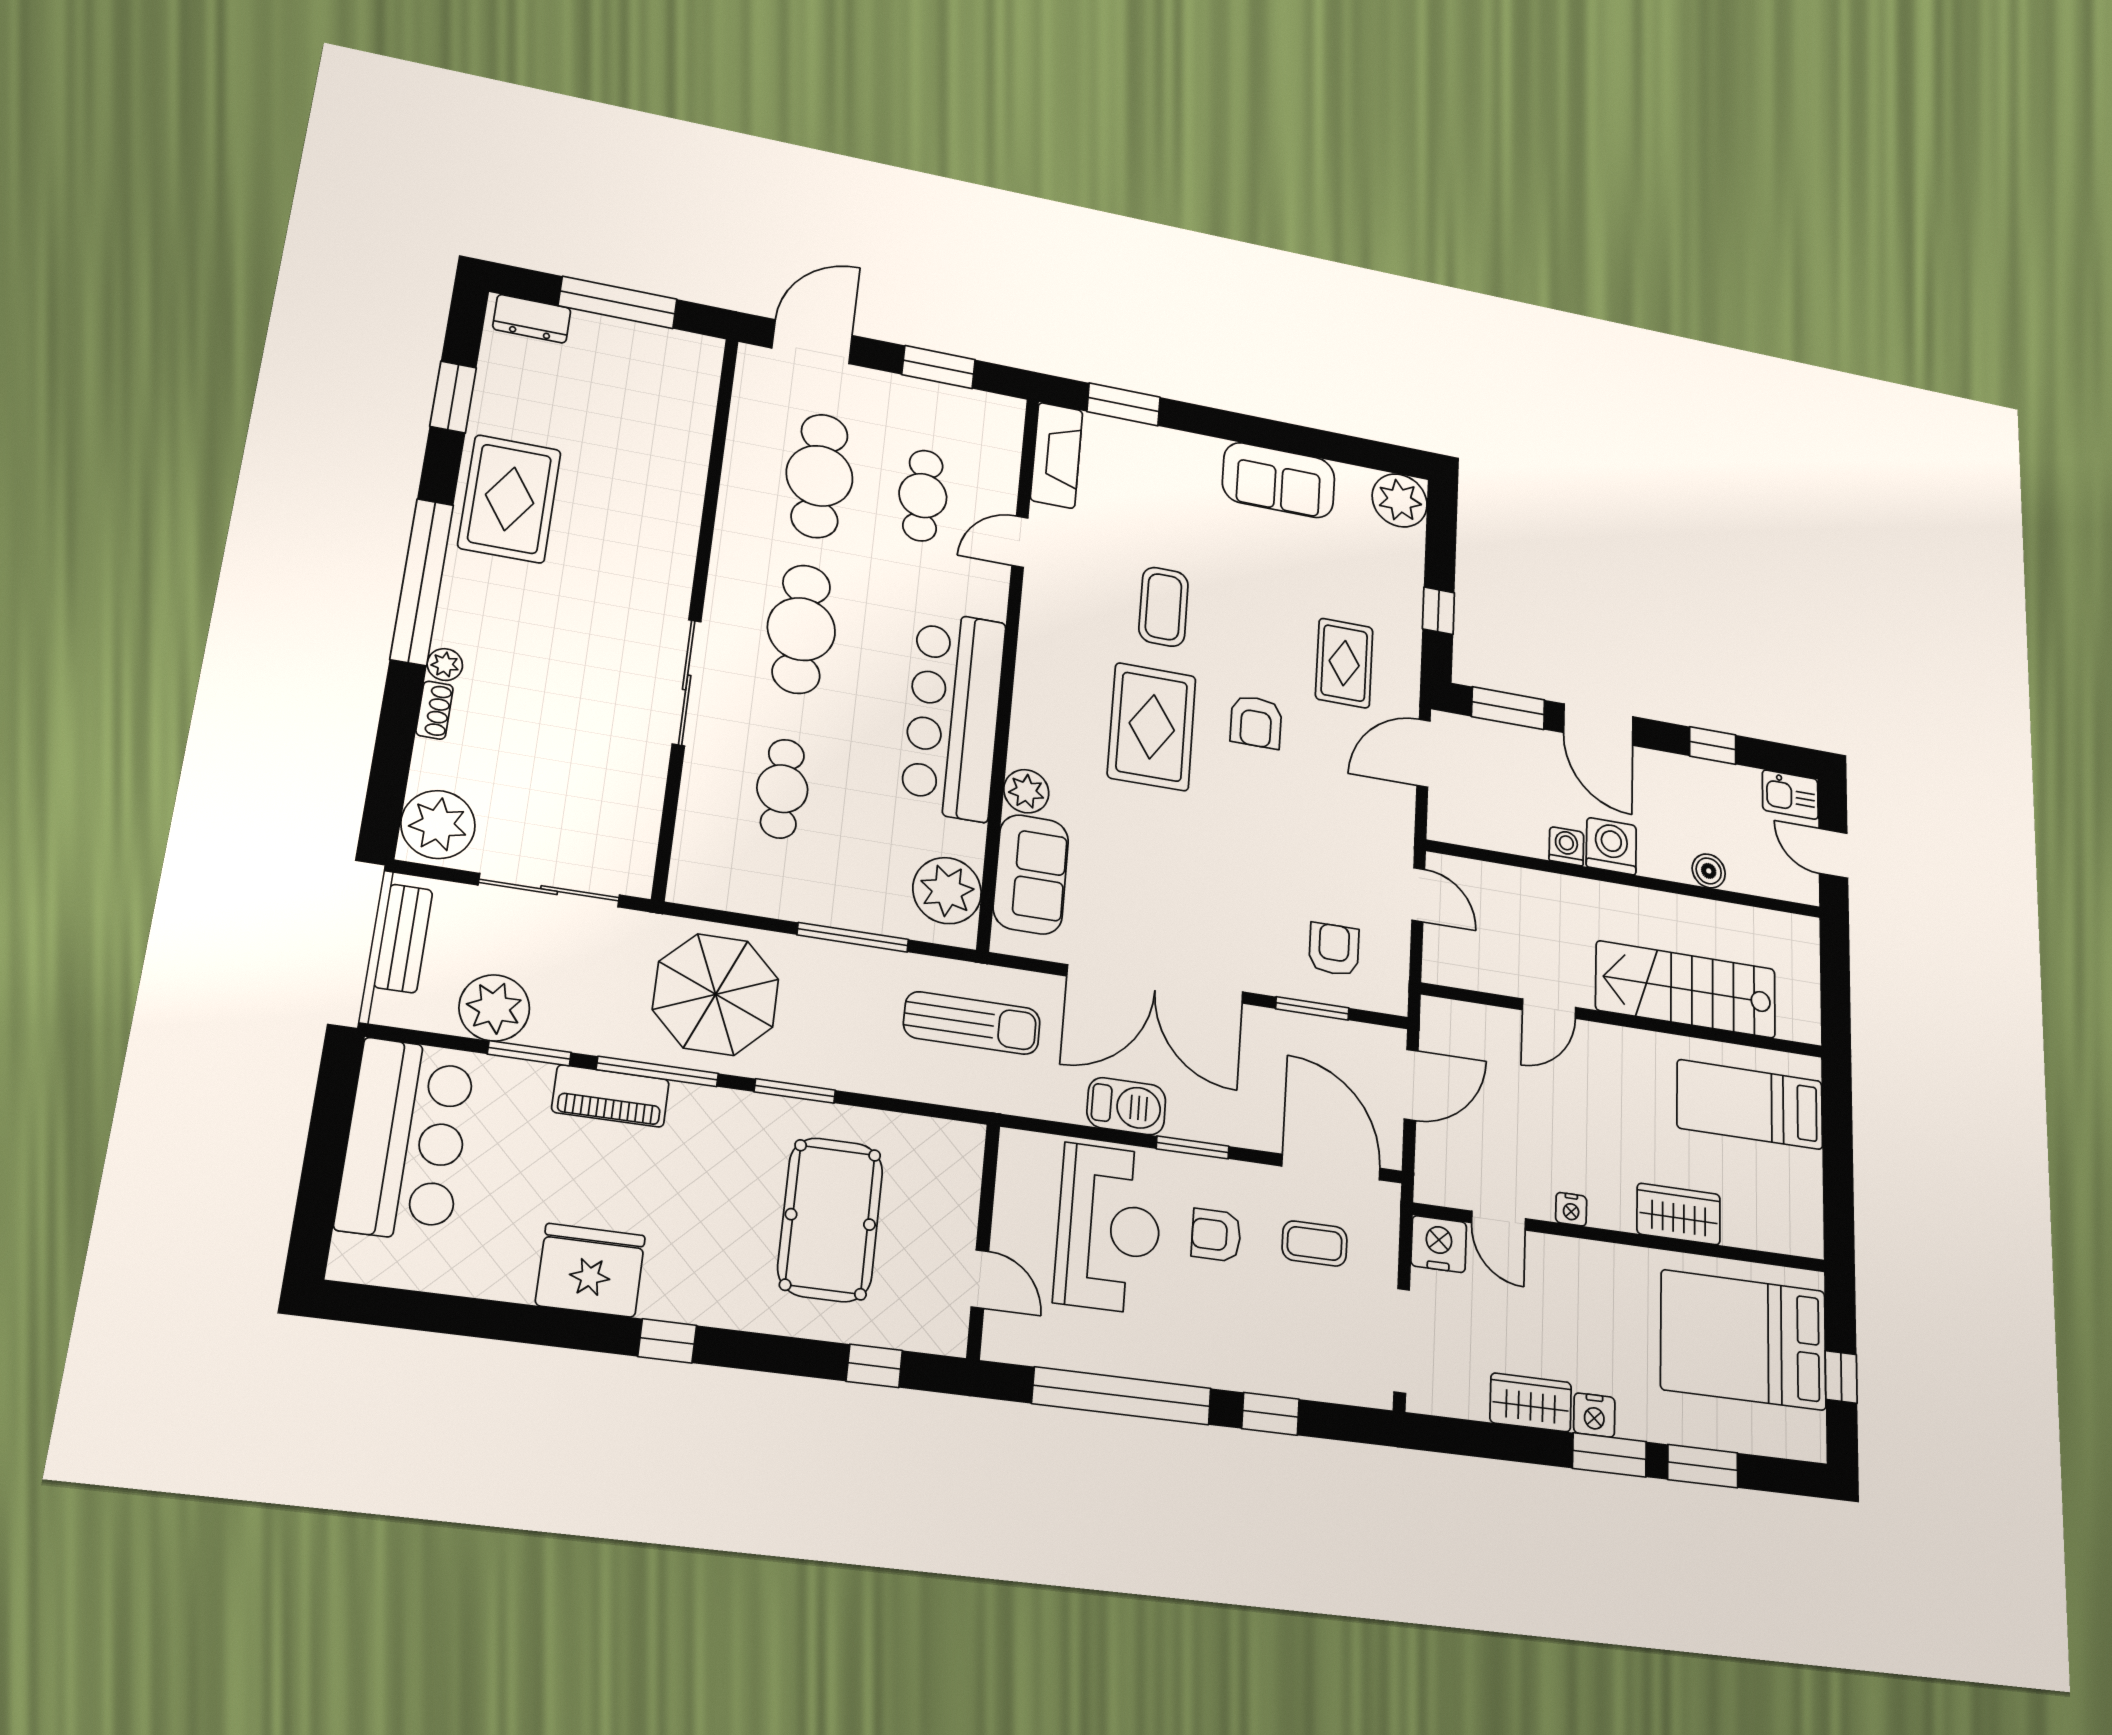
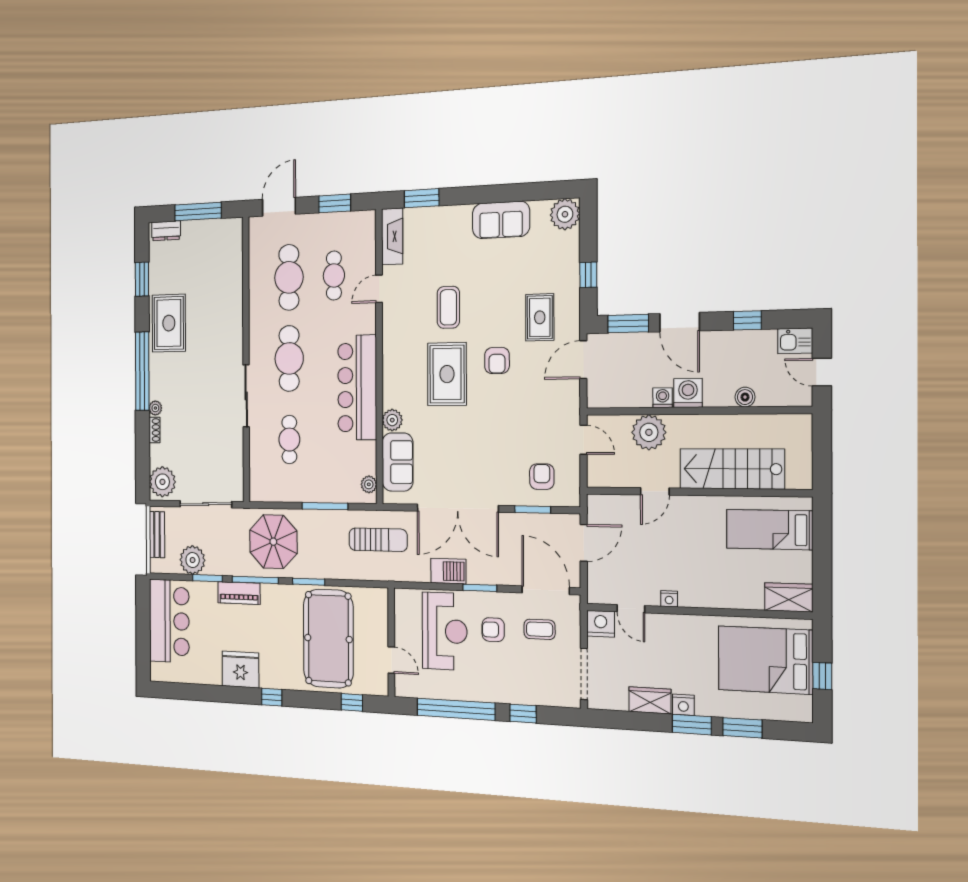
plant: (947, 891) -> (369, 484), width x0.53, depth x0.53
plant: (1540, 902) -> (649, 432), added
wardrobe: (1679, 1214) -> (789, 597), moved
pool table: (830, 1219) -> (328, 639), width x1.36, depth x1.32

